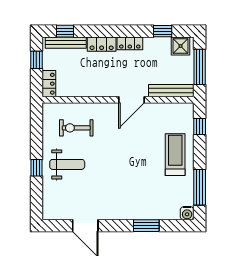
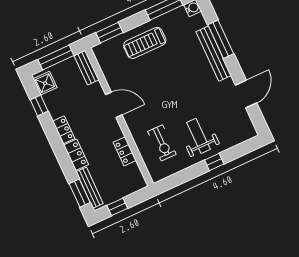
window: (65, 31) -> (80, 193), width x1.50
locker: (49, 84) -> (125, 151), moved, turned -90
bench: (171, 91) -> (86, 68), width x0.73
window: (200, 126) -> (109, 33), width x1.50
bench: (136, 213) -> (214, 54), added
window: (146, 226) -> (221, 39), width x1.44

